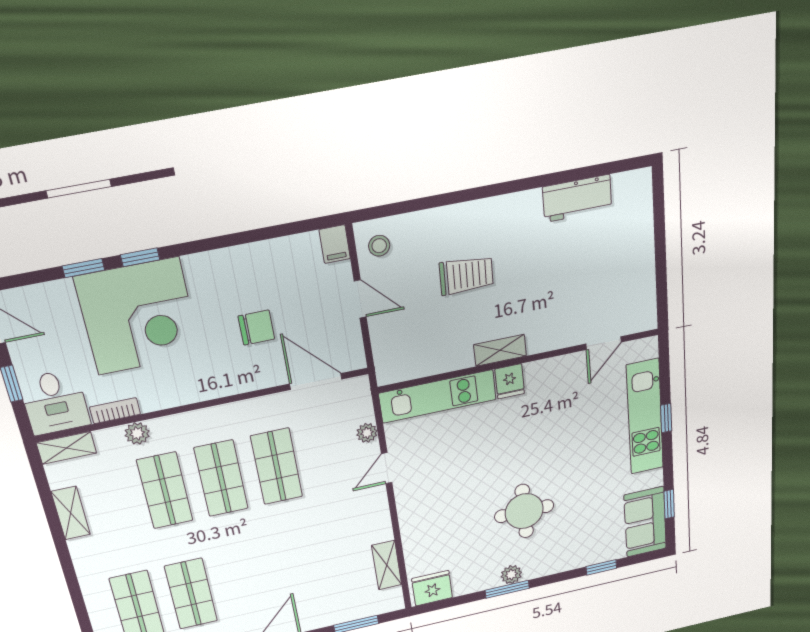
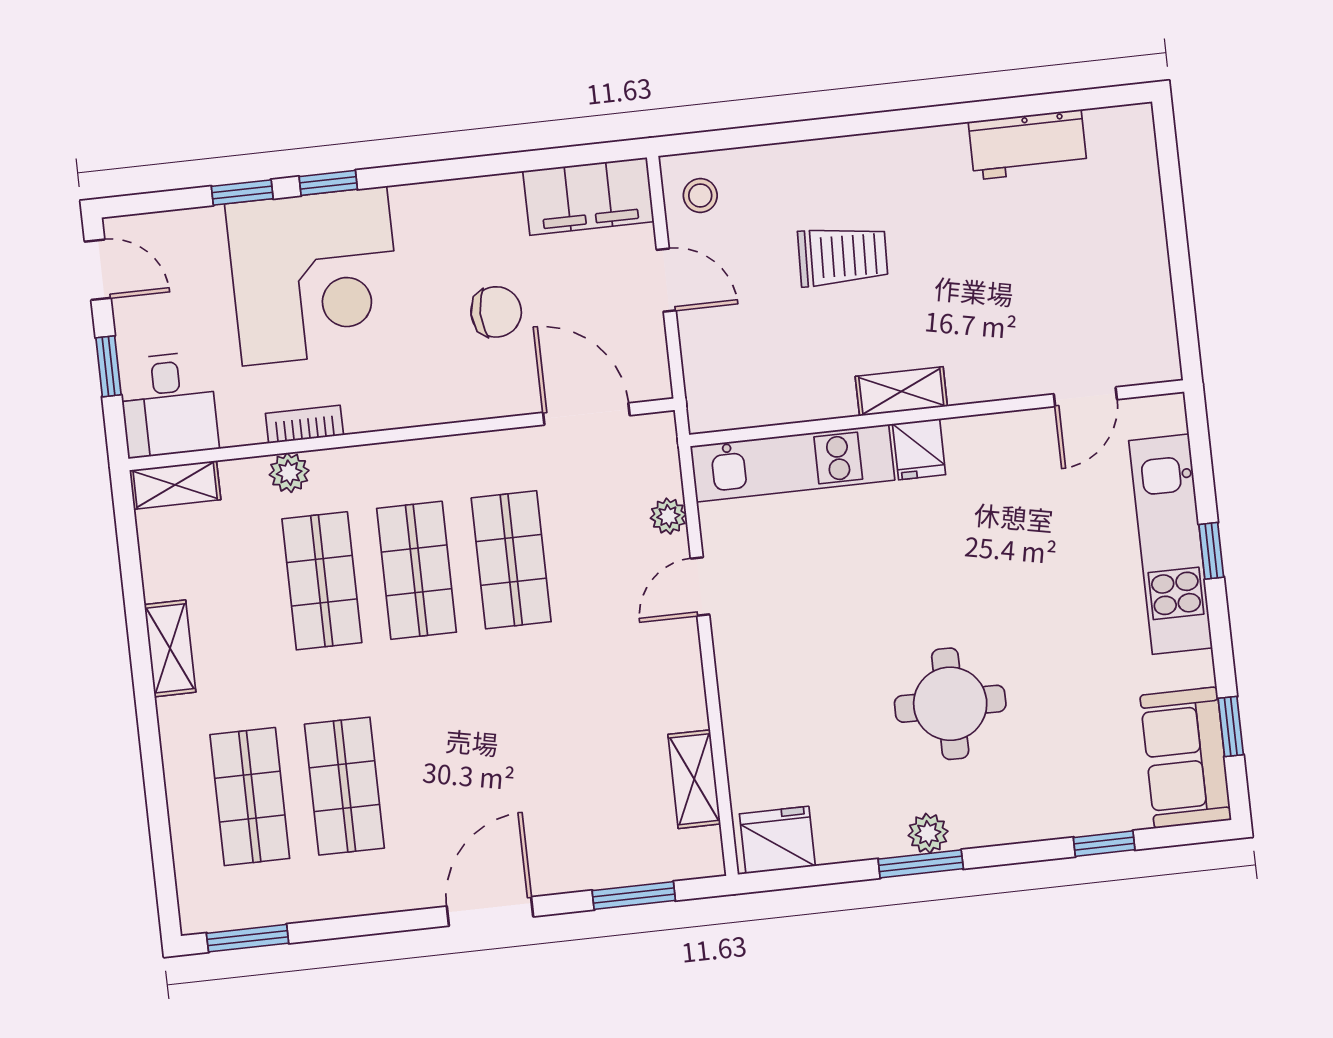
filing cabinet: (335, 244) -> (588, 196), width x3.00, depth x1.17
bookcase: (115, 411) -> (304, 424), moved
shelving: (71, 513) -> (170, 648), moved

